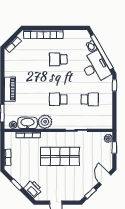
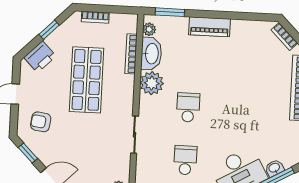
school desk: (58, 59) -> (255, 111), removed
school desk: (90, 99) -> (185, 160), turned 180
shop shelf: (60, 156) -> (87, 80), moved
armchair: (71, 187) -> (41, 122), added

